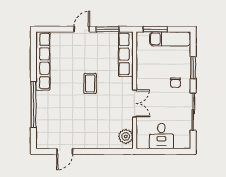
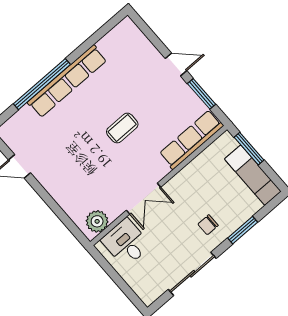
row of seats: (43, 61) -> (67, 81), moved
desk: (161, 136) -> (126, 243), moved, turned 90

